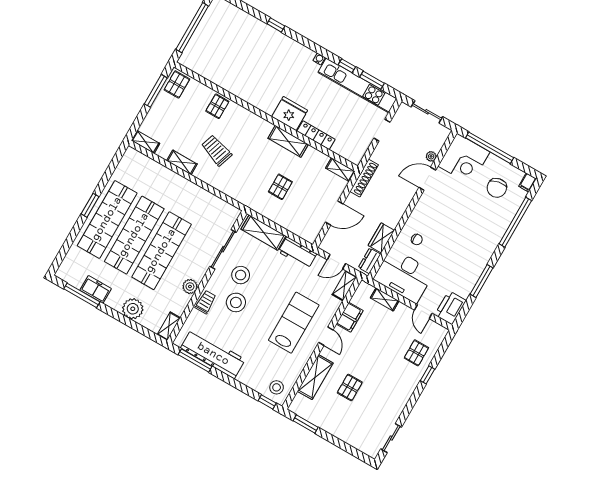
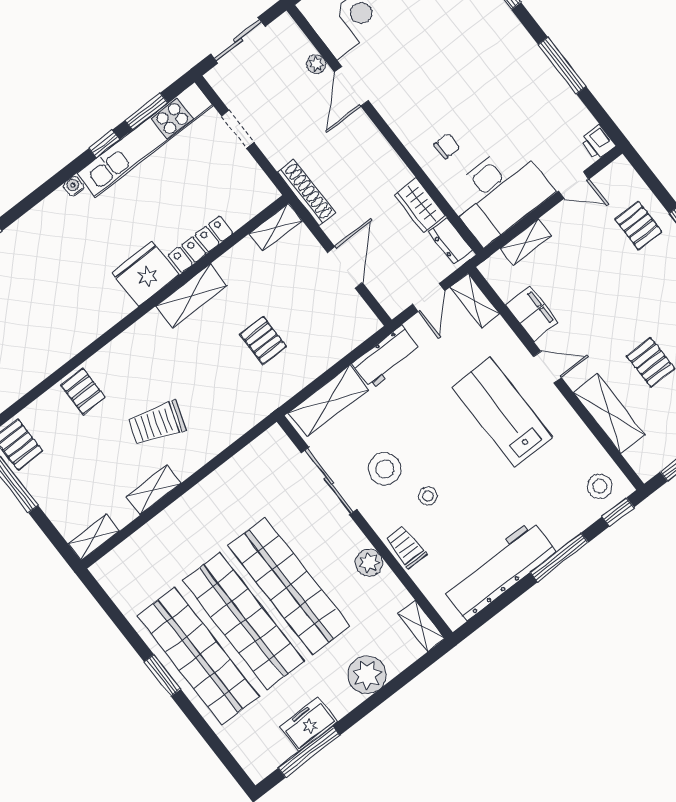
stool: (236, 302) -> (428, 496), width x0.53, depth x0.53
printer: (450, 308) -> (598, 142), width x0.53, depth x0.68
window: (195, 360) -> (559, 558), moved

